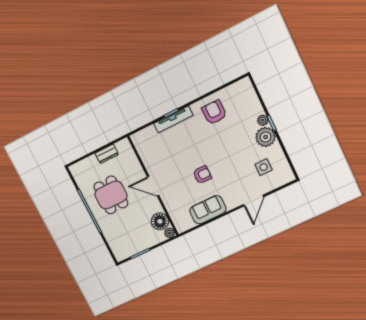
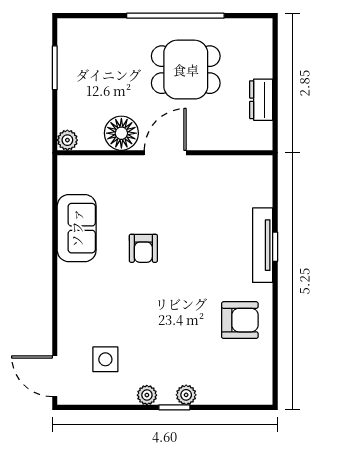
plant: (266, 137) -> (147, 395), width x0.53, depth x0.53
door: (254, 201) -> (55, 376), moved
floor lamp: (160, 221) -> (121, 133), moved

